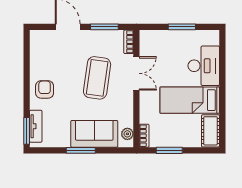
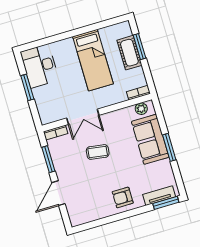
desk: (204, 66) -> (40, 66), moved, turned -90
double door: (136, 73) -> (83, 117), swing flipped
coffee table: (97, 78) -> (98, 152), width x0.54, depth x0.58
cot: (210, 131) -> (129, 53), moved, turned 90
window: (169, 150) -> (140, 47), moved

